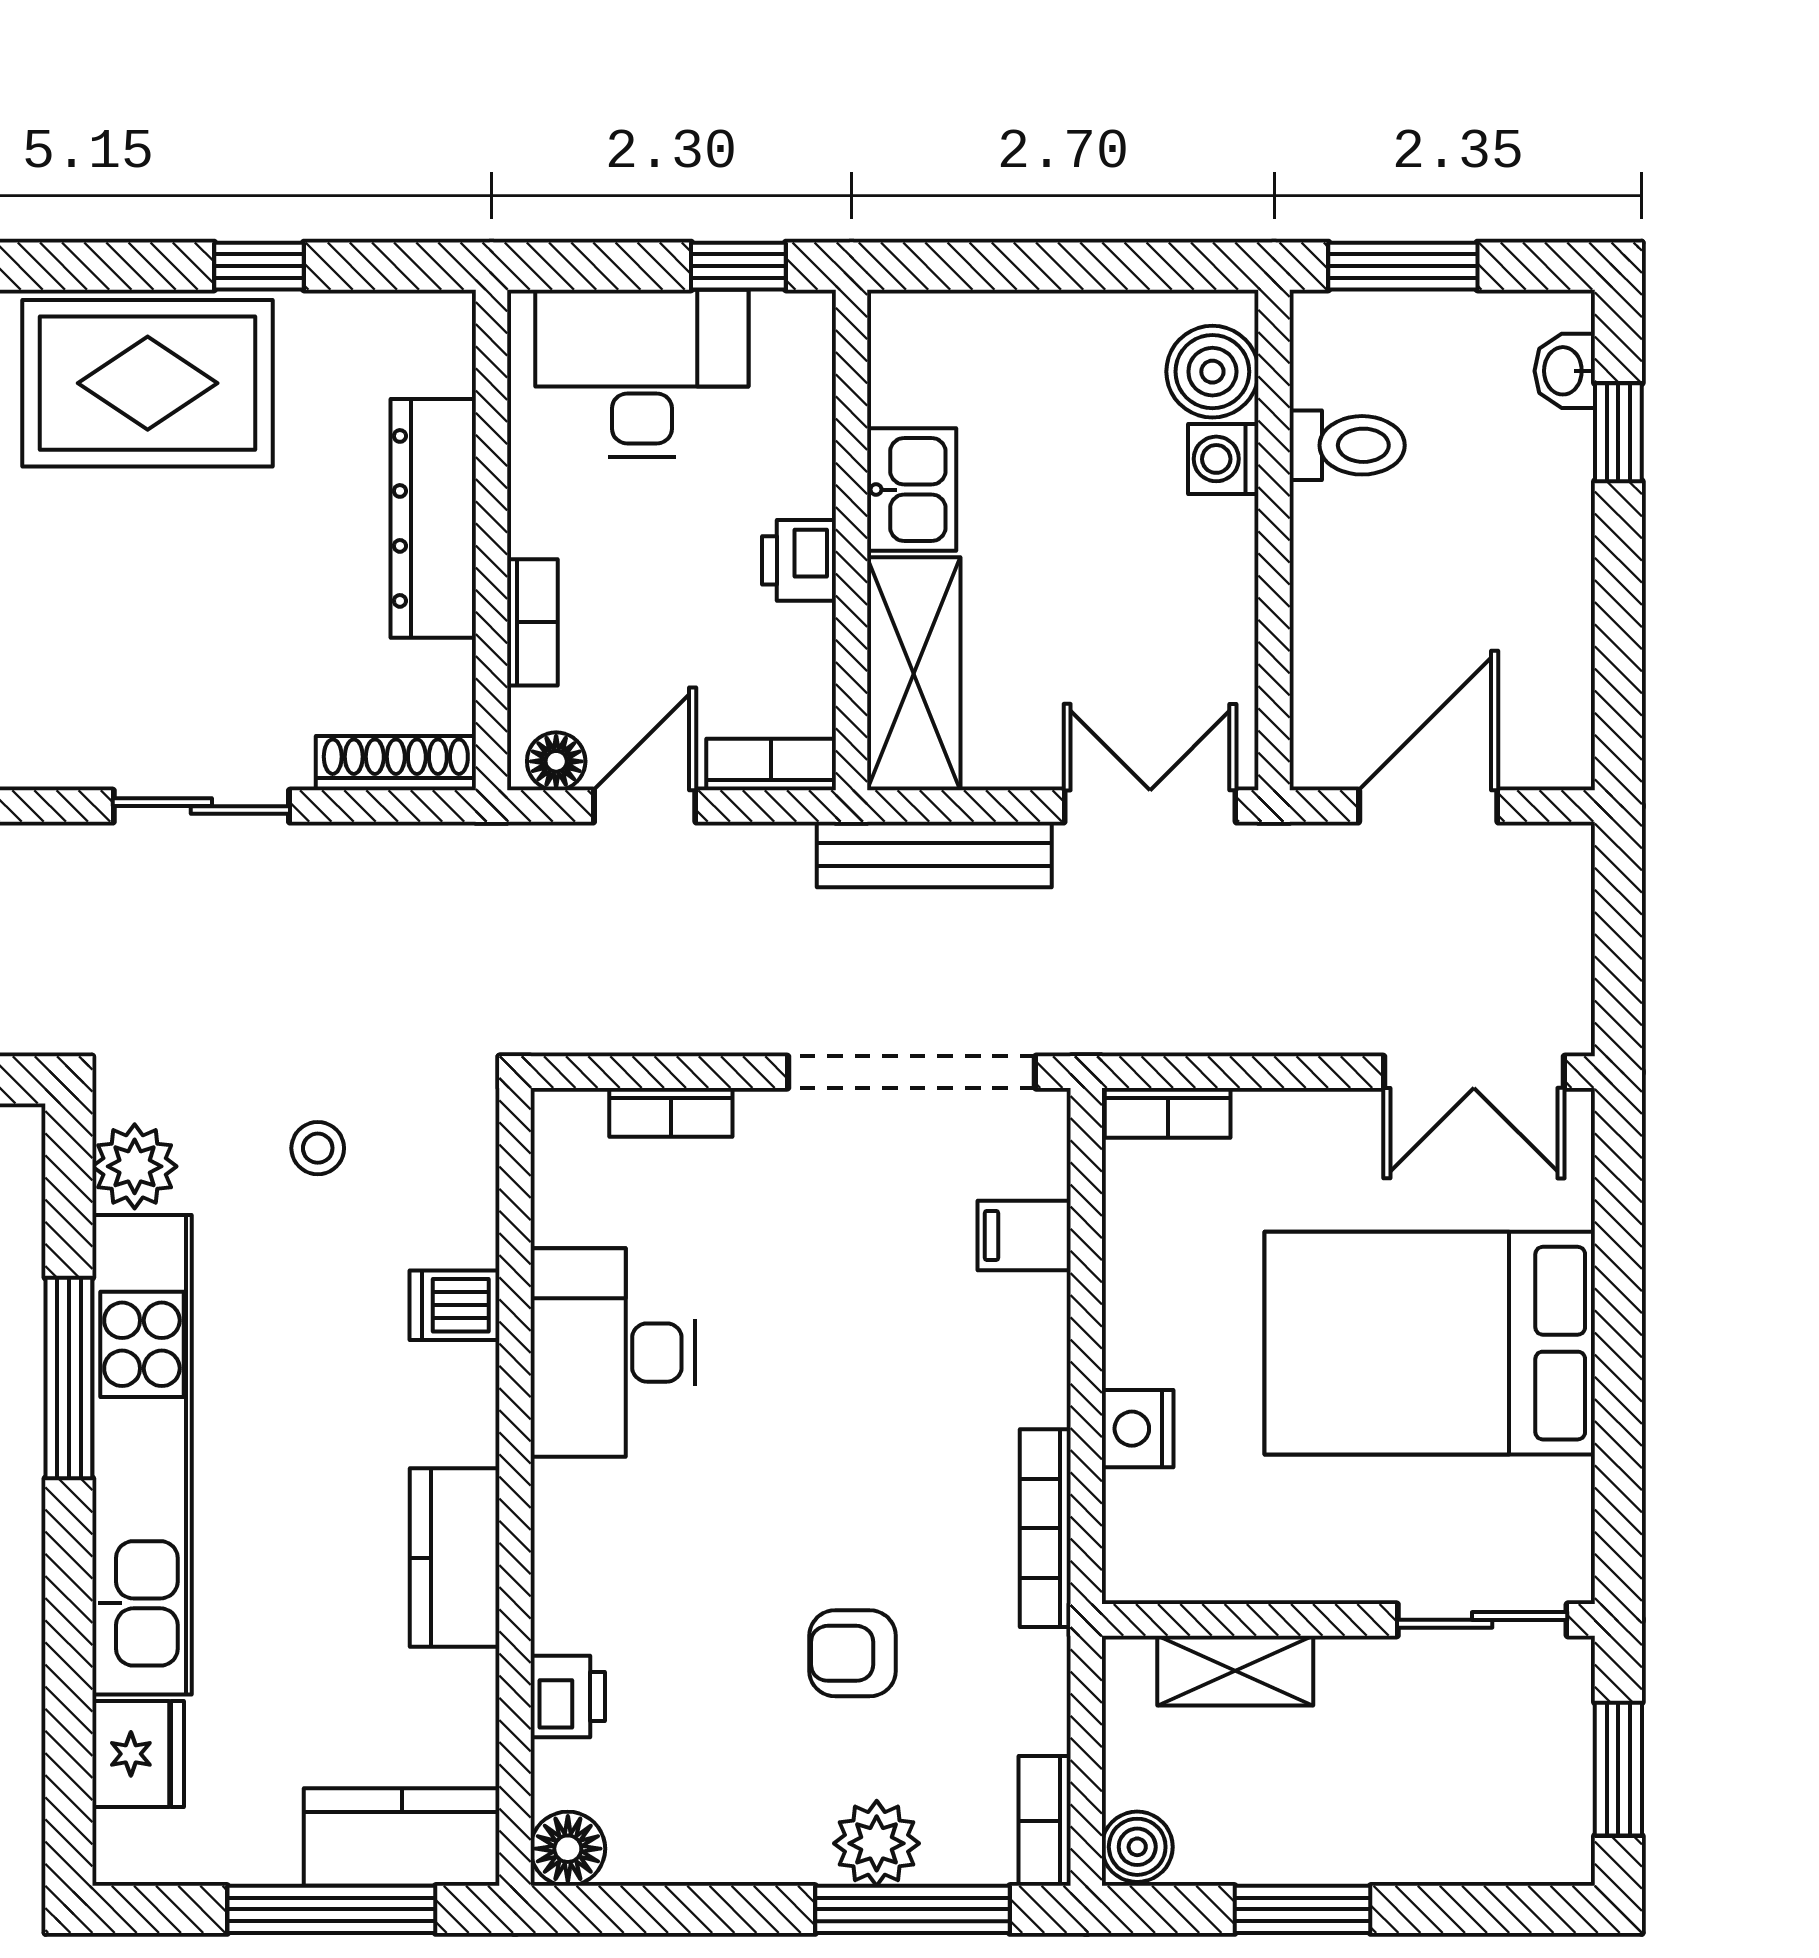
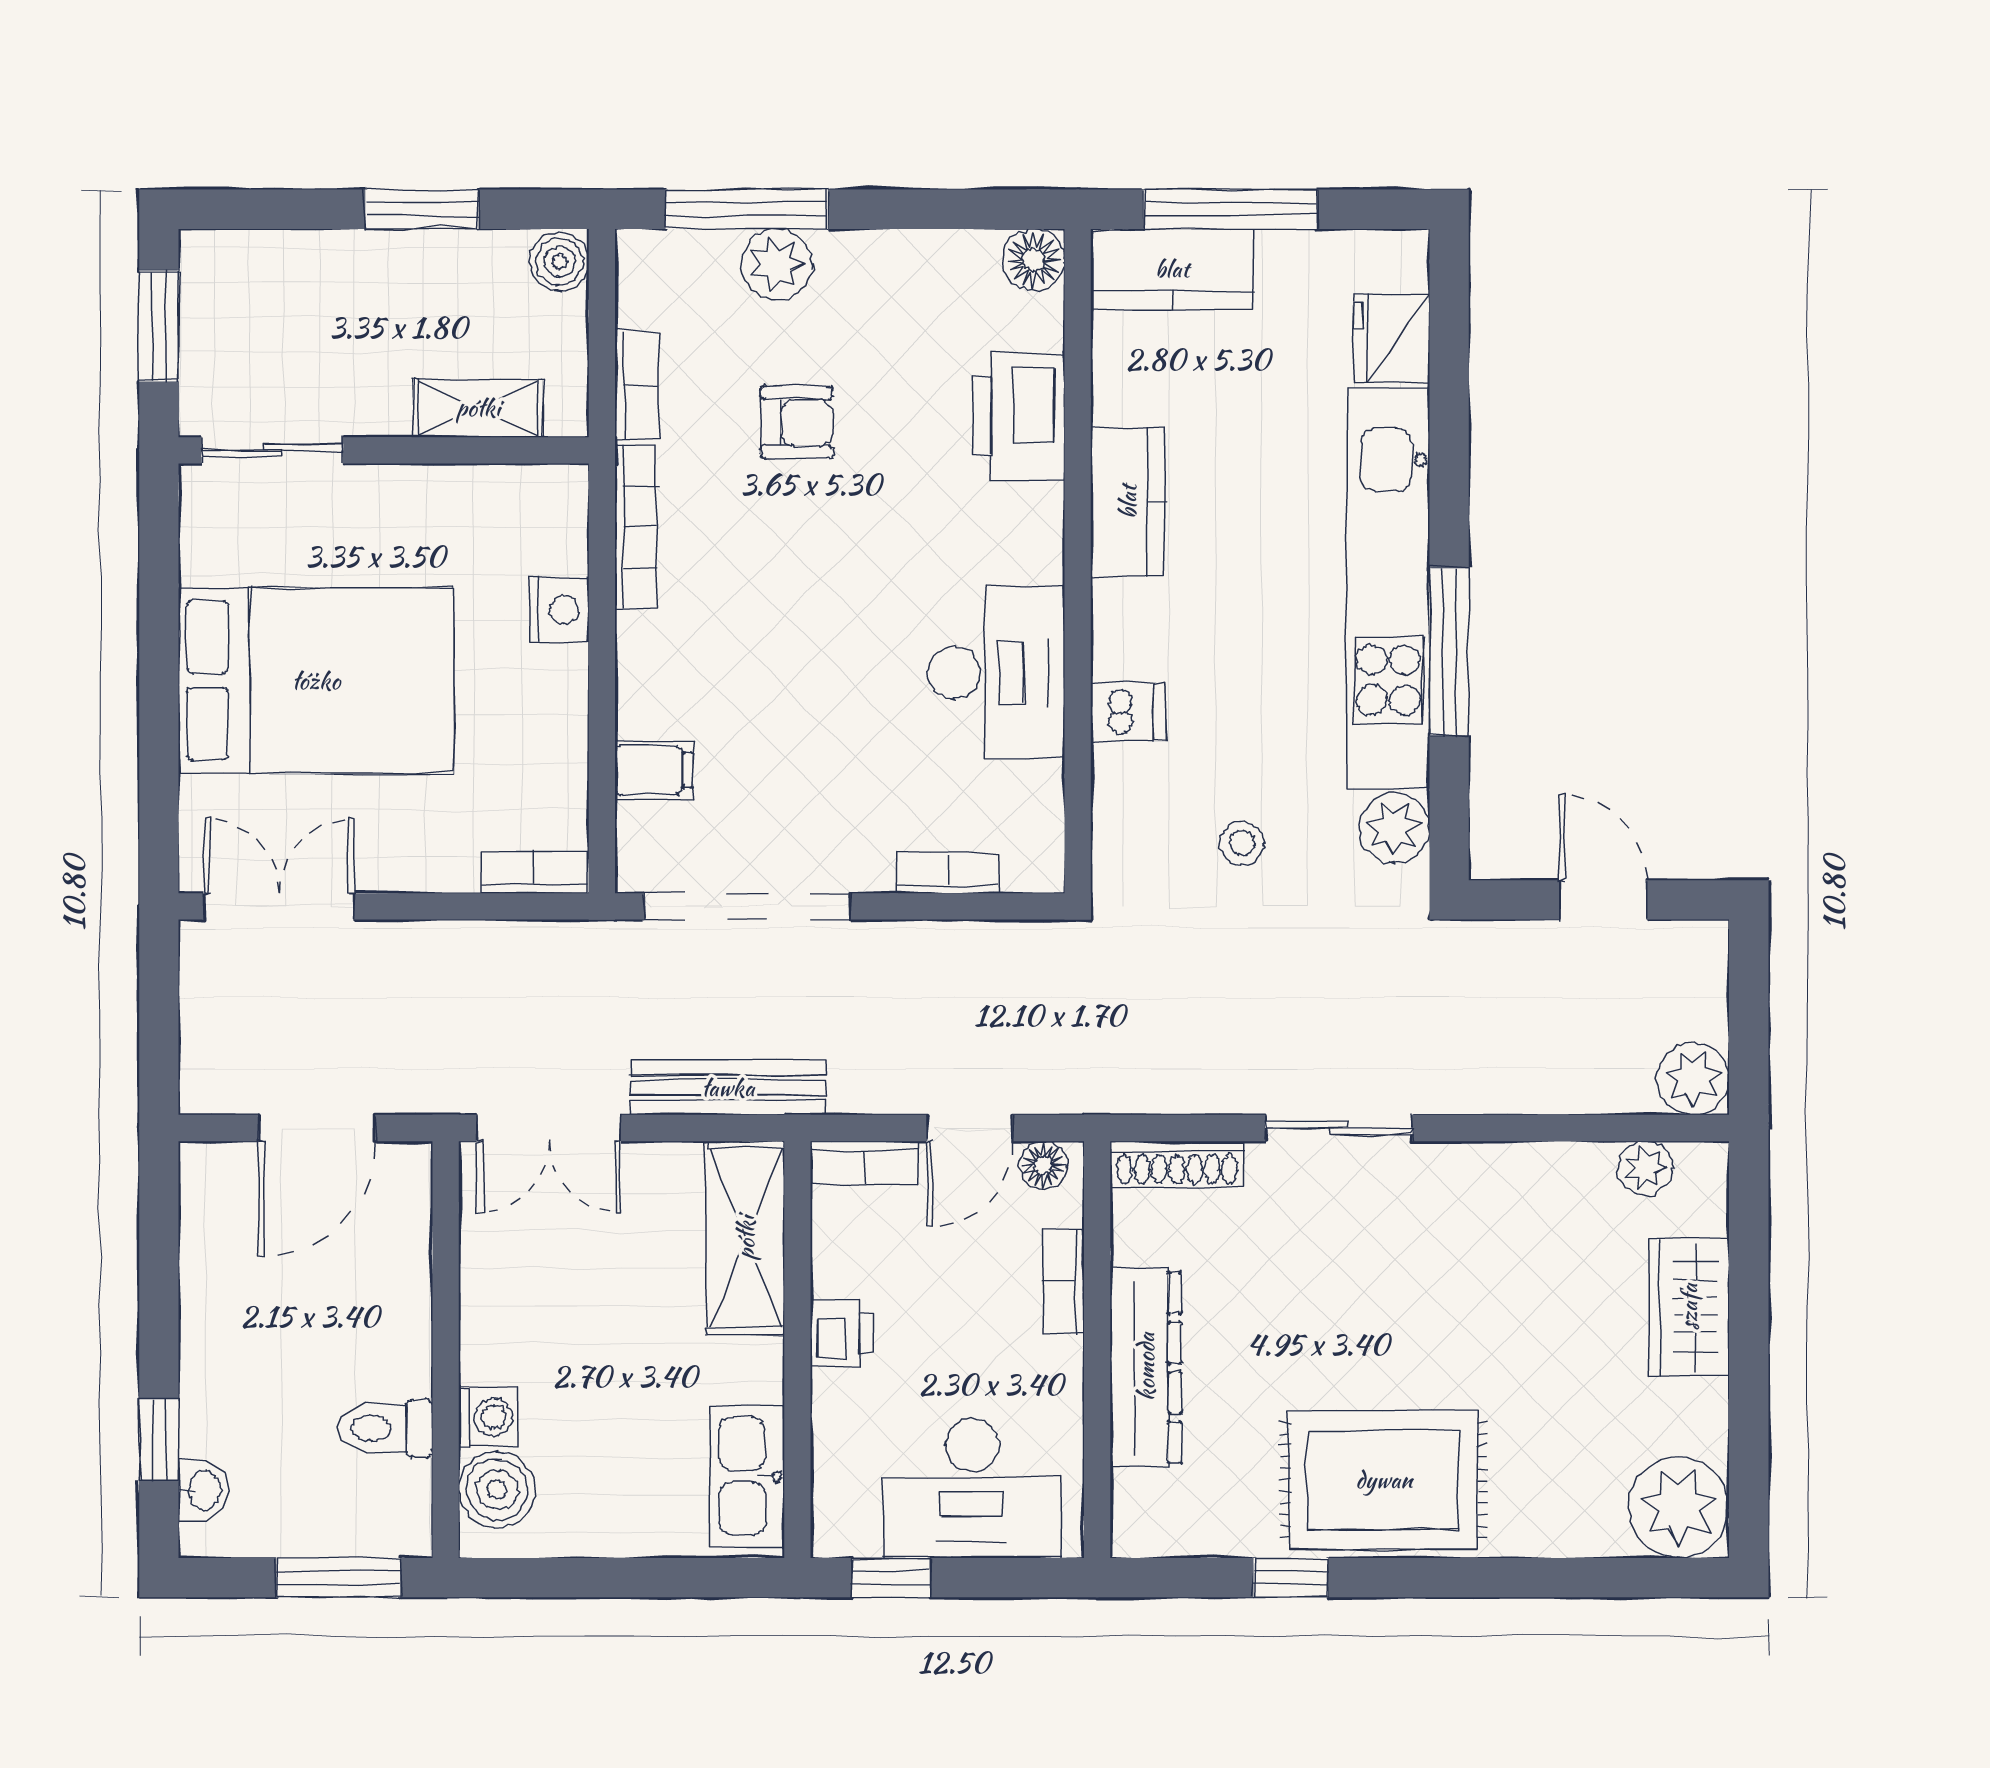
kitchen sink: (912, 490) -> (747, 1476), moved, width x1.38
printer: (568, 1696) -> (1019, 416), width x1.87, depth x1.48
bookcase: (1045, 1821) -> (637, 385), moved

